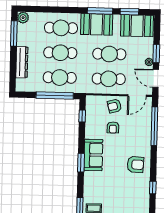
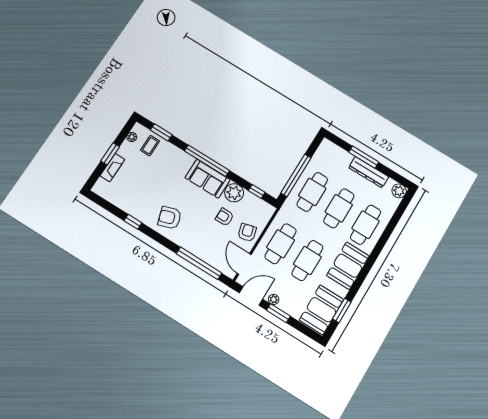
window: (100, 11) -> (361, 278), removed
window: (14, 33) -> (364, 157), moved
dresser: (22, 62) -> (369, 172), moved
plant: (92, 131) -> (234, 193), added
window: (81, 163) -> (207, 161), width x2.11
armchair: (135, 165) -> (170, 218), turned 69

